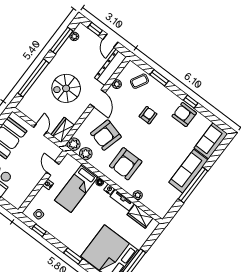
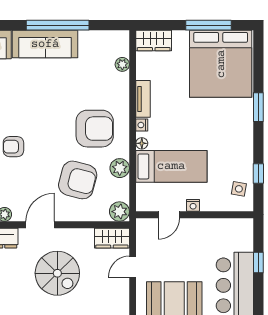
plant: (86, 154) -> (120, 168), moved
plant: (138, 195) -> (122, 64), moved
wardrobe: (140, 216) -> (154, 41), moved, turned 90

